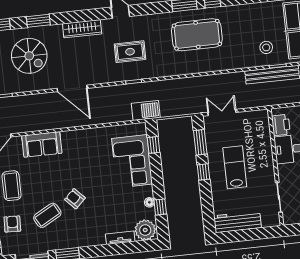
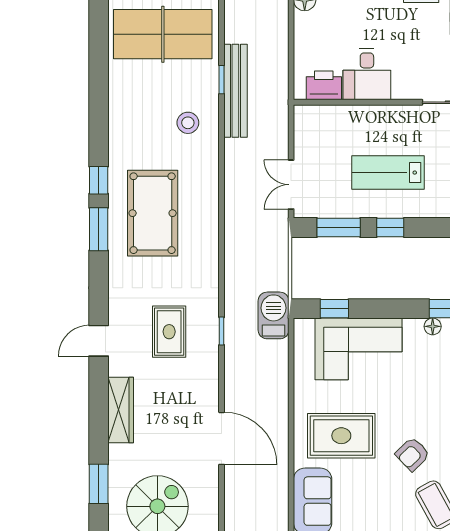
stool: (266, 47) -> (188, 123), moved
door: (72, 88) -> (222, 438), hinge flipped
rug: (81, 157) -> (341, 436), added

